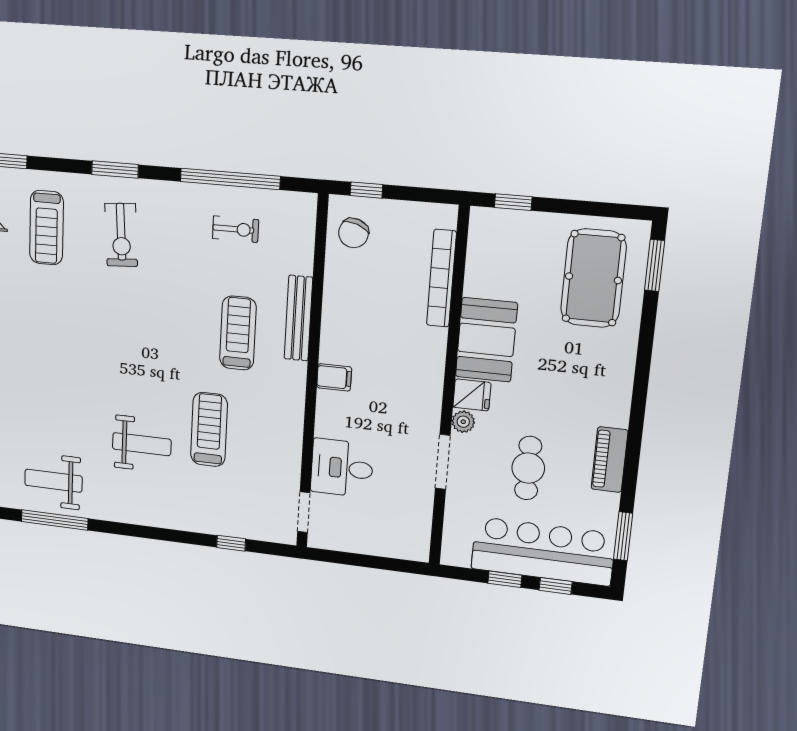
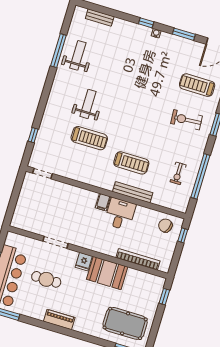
plant: (463, 422) -> (72, 255), removed
weight bench: (142, 444) -> (88, 104), turned 180
piano: (609, 460) -> (59, 320), moved
desk: (342, 468) -> (120, 214), moved

